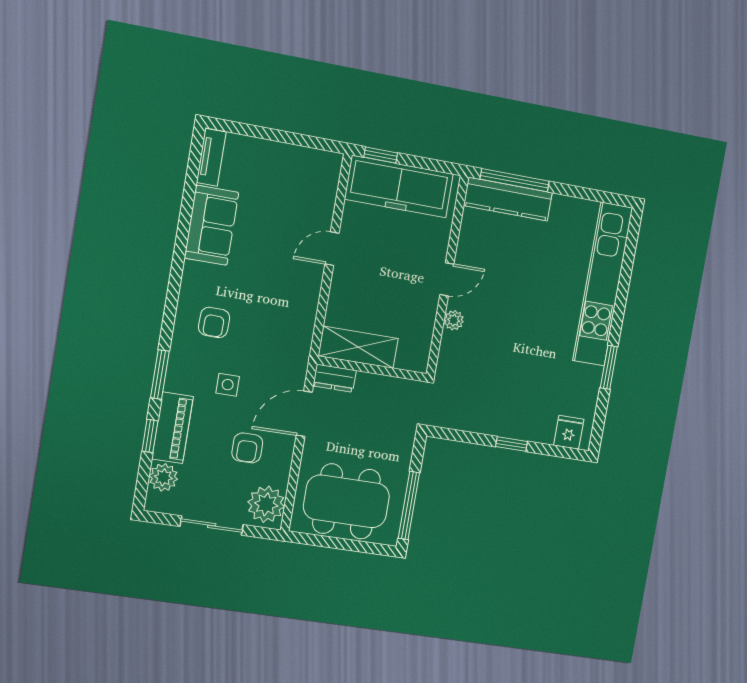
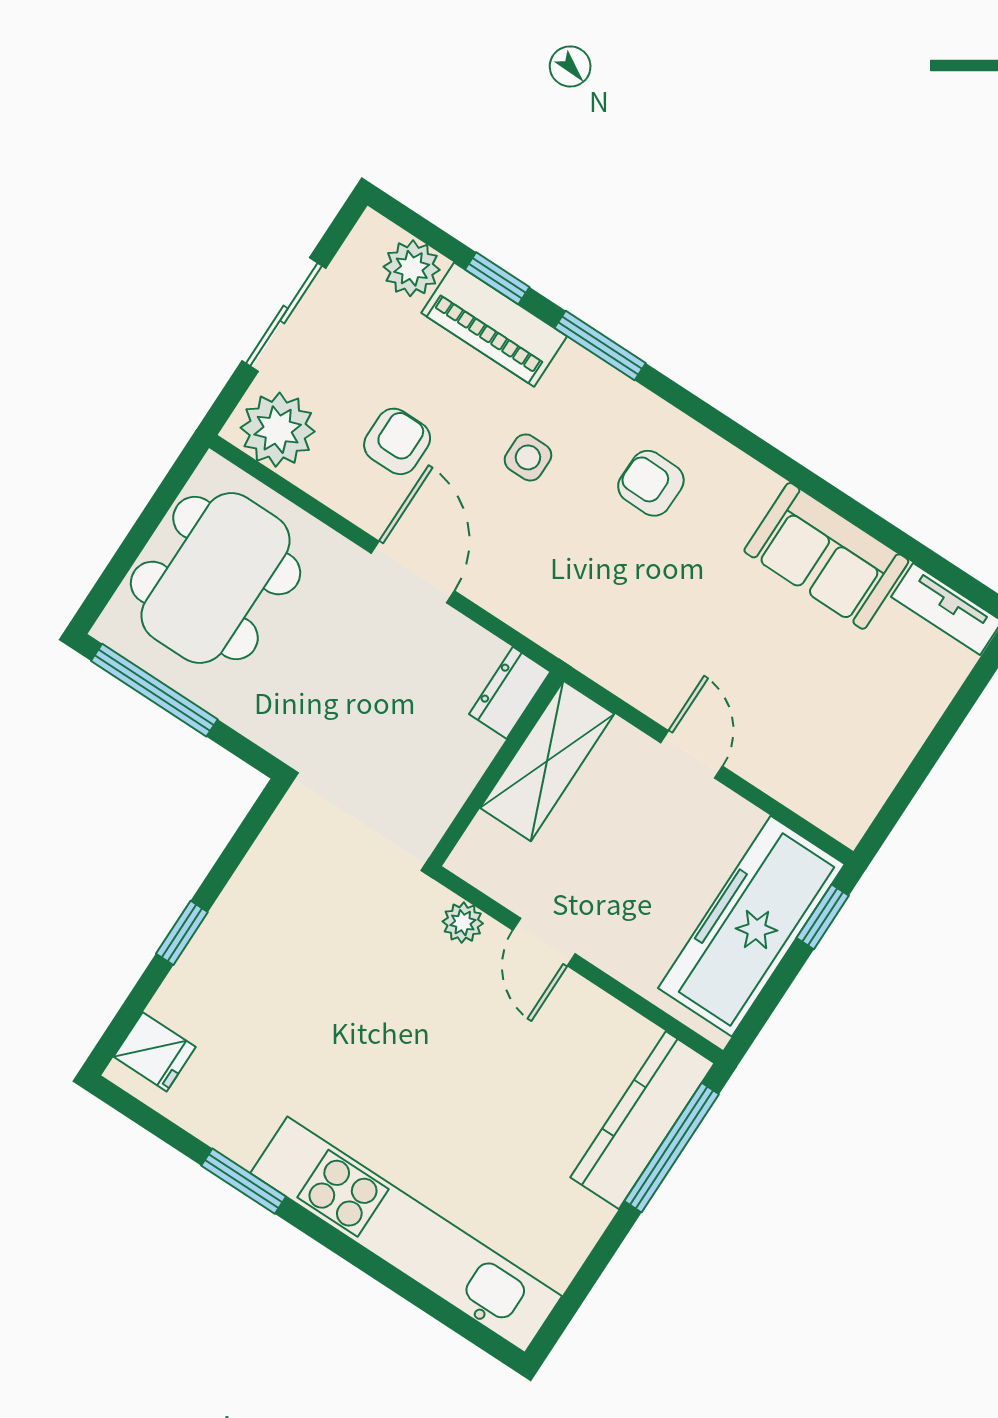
shelving: (358, 347) -> (547, 761), moved
wall: (372, 369) -> (496, 769), moved
dresser: (335, 378) -> (510, 693), moved
armchair: (247, 448) -> (397, 441), turned 90

